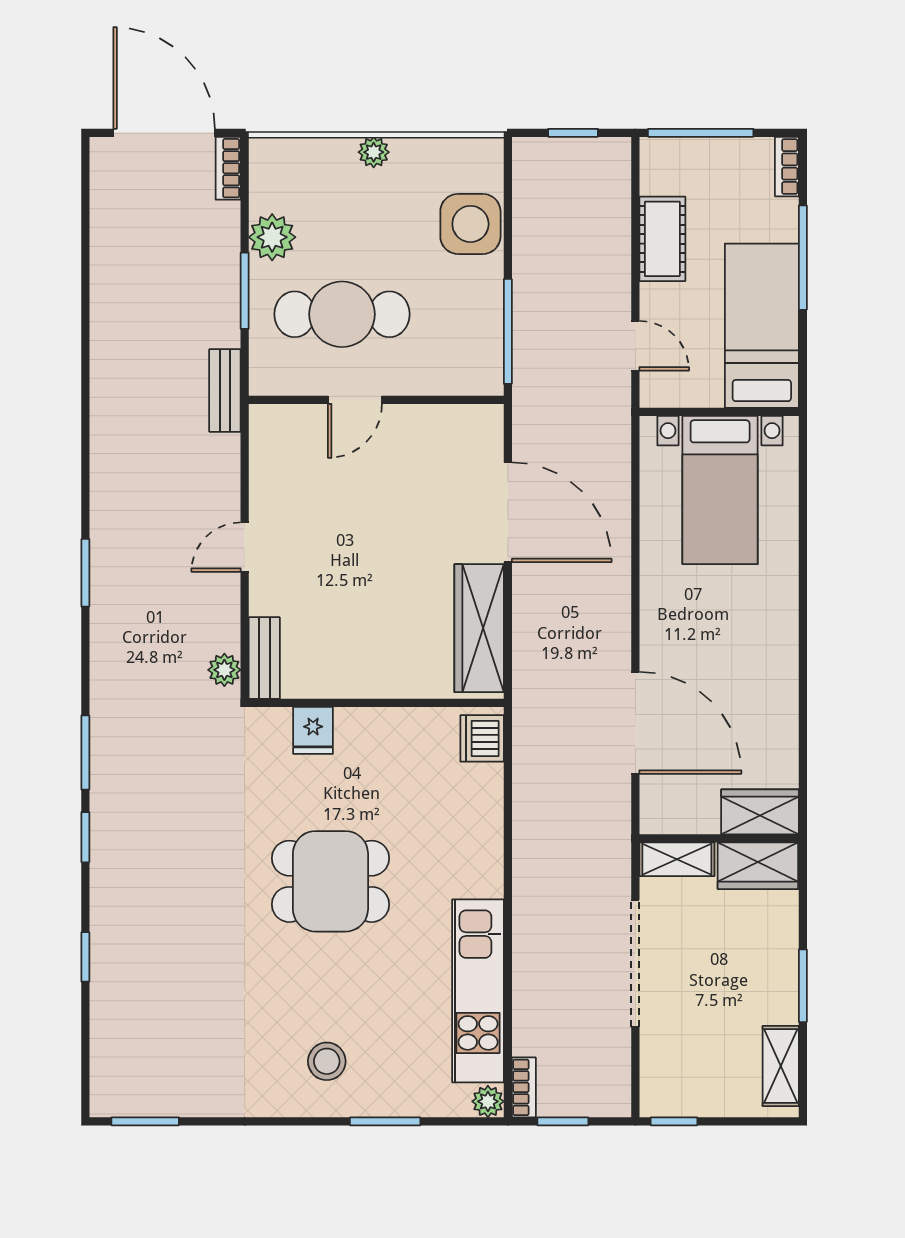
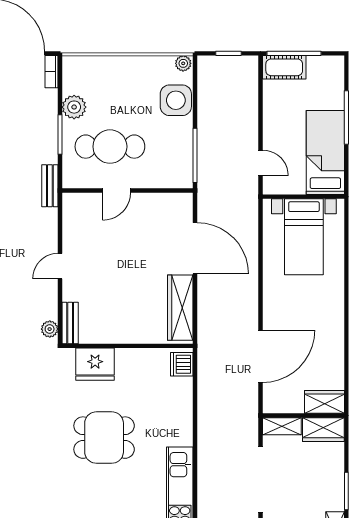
plant: (374, 152) -> (183, 63), moved
bookcase: (787, 167) -> (338, 71), removed
cot: (662, 239) -> (284, 67), moved, turned 90
door: (635, 723) -> (260, 356), hinge flipped
fridge: (313, 730) -> (95, 364), width x1.88, depth x1.34

